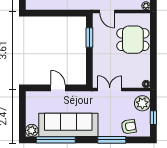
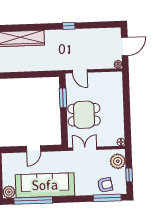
dining table: (133, 40) -> (84, 115), moved
door: (58, 88) -> (34, 149), swing flipped
window: (112, 140) -> (107, 198), moved

